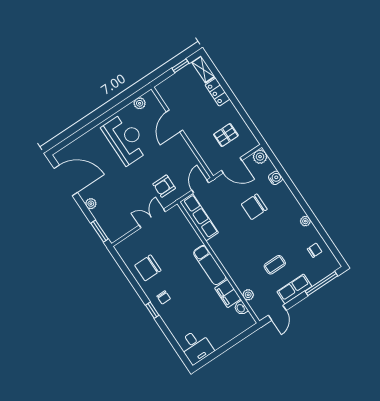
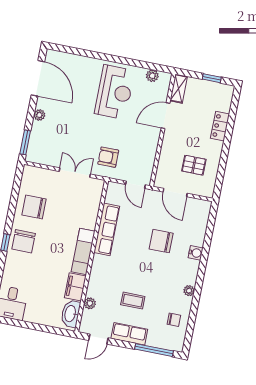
shelving: (203, 69) -> (179, 89), moved
plant: (260, 157) -> (203, 207), removed
water cooler: (275, 178) -> (196, 253), moved
door: (200, 186) -> (135, 185), swing flipped
row of seats: (199, 217) -> (107, 229), moved
chair: (164, 297) -> (24, 241), width x1.87, depth x1.87
washbasin: (241, 308) -> (71, 314), width x1.91, depth x1.45

